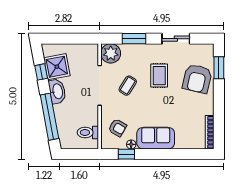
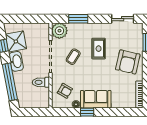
sliding door: (176, 39) -> (123, 19), moved
armchair: (197, 79) -> (128, 62), moved
toilet: (88, 132) -> (41, 82), moved
window: (126, 154) -> (87, 112), moved

